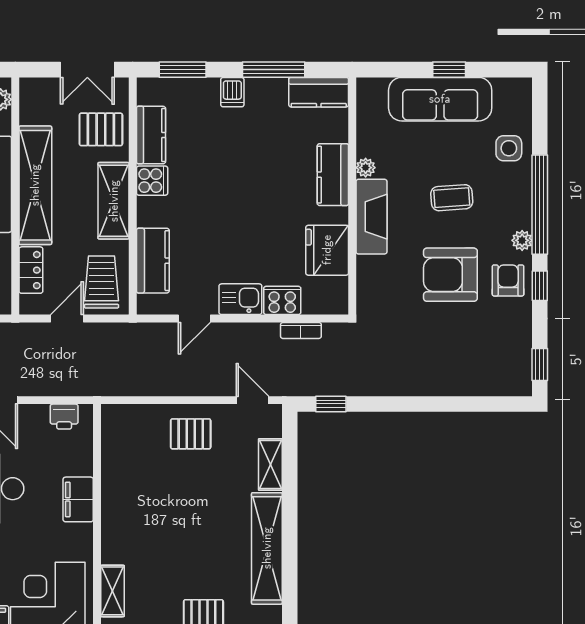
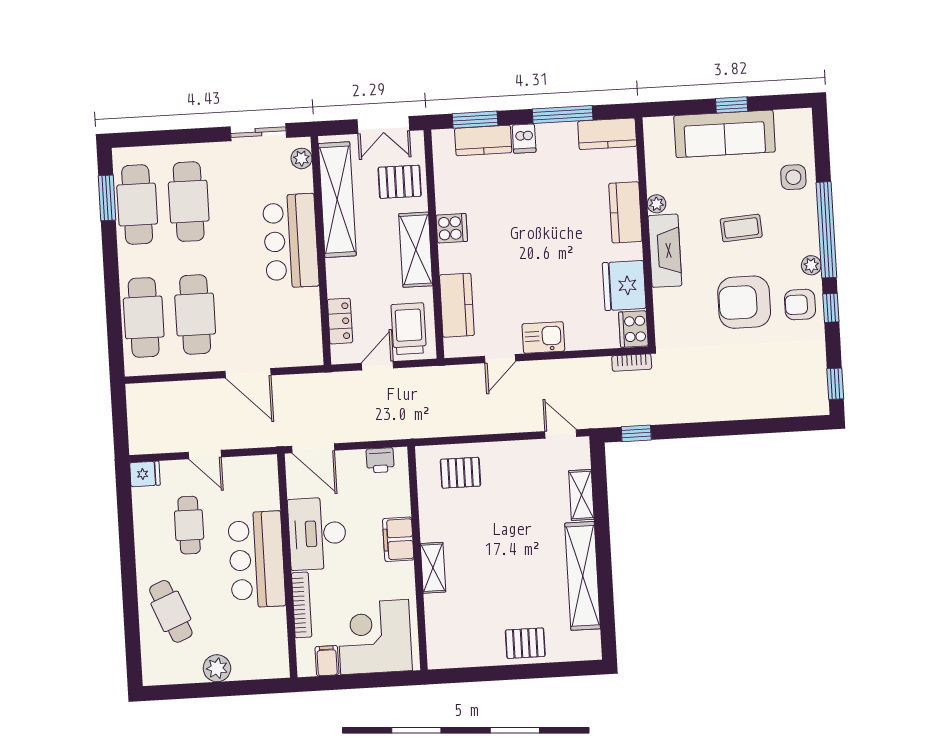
kitchen counter: (151, 135) -> (483, 141), moved, turned 90
shelving: (35, 185) -> (337, 200), moved
armchair: (508, 280) -> (800, 305), turned -90
cooker: (282, 300) -> (633, 329), moved, turned -90
bookcase: (301, 330) -> (632, 363), moved
pallet: (191, 434) -> (460, 473), moved
shelving: (112, 591) -> (433, 568), moved

